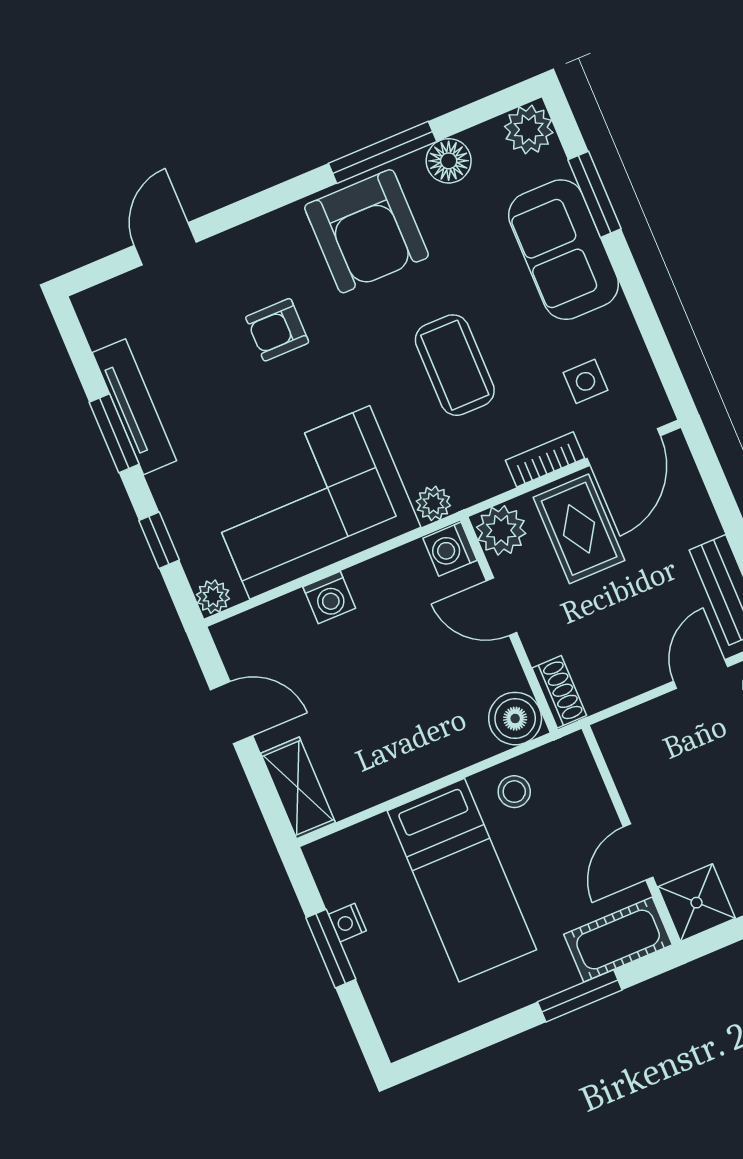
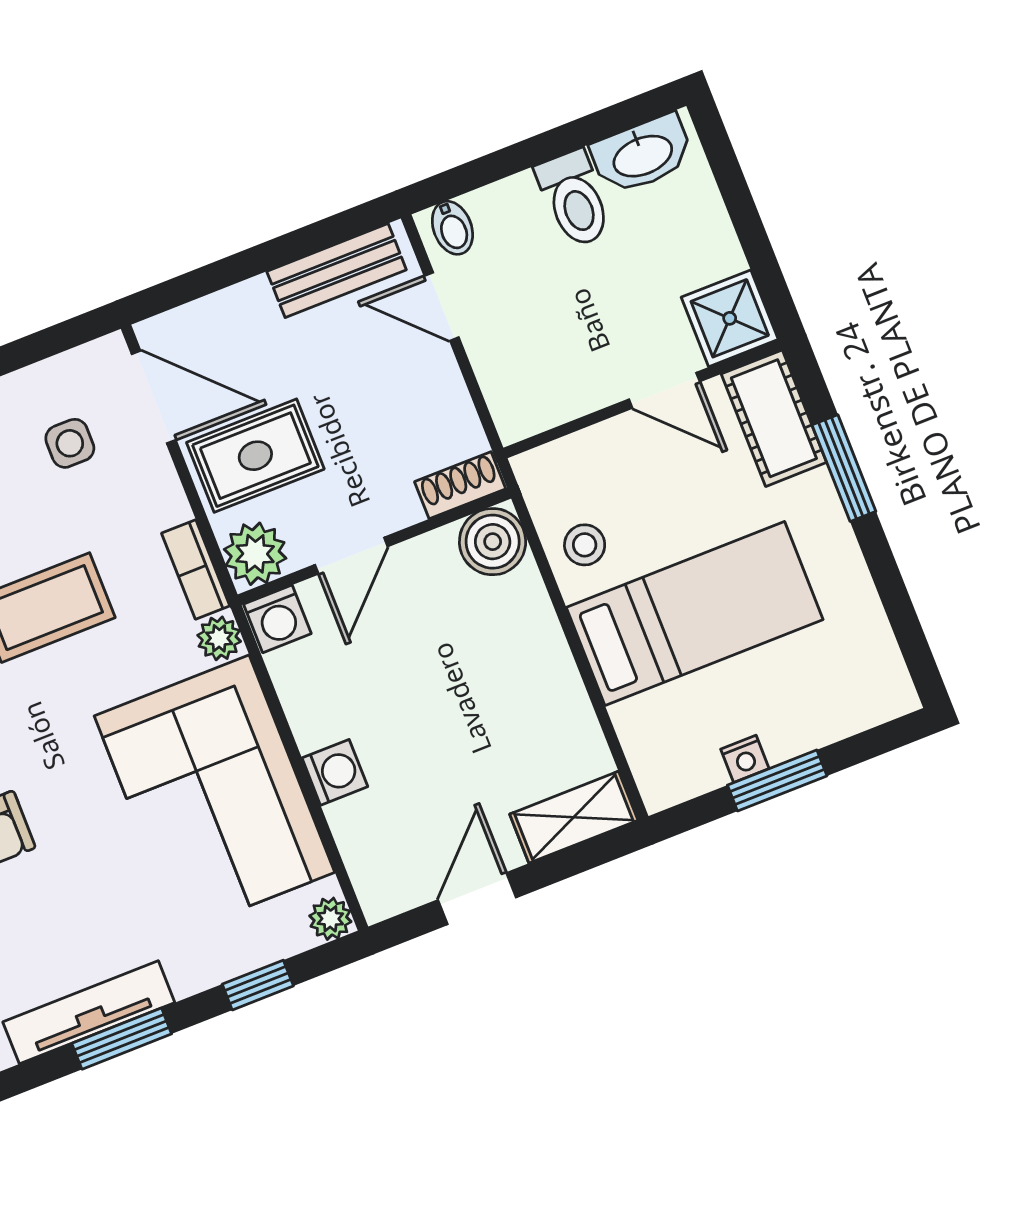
bookcase: (545, 459) -> (196, 569), moved

